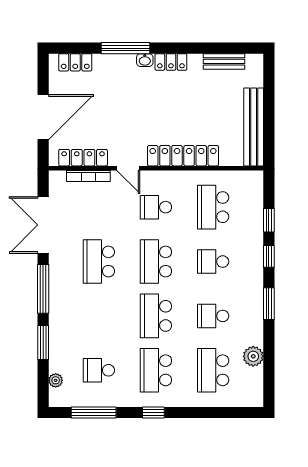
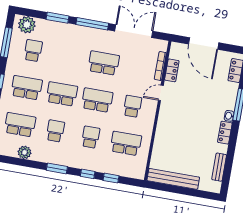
locker: (183, 156) -> (163, 130), removed
locker: (83, 158) -> (172, 70), width x0.66
plant: (56, 380) -> (27, 25), width x1.87, depth x1.87

